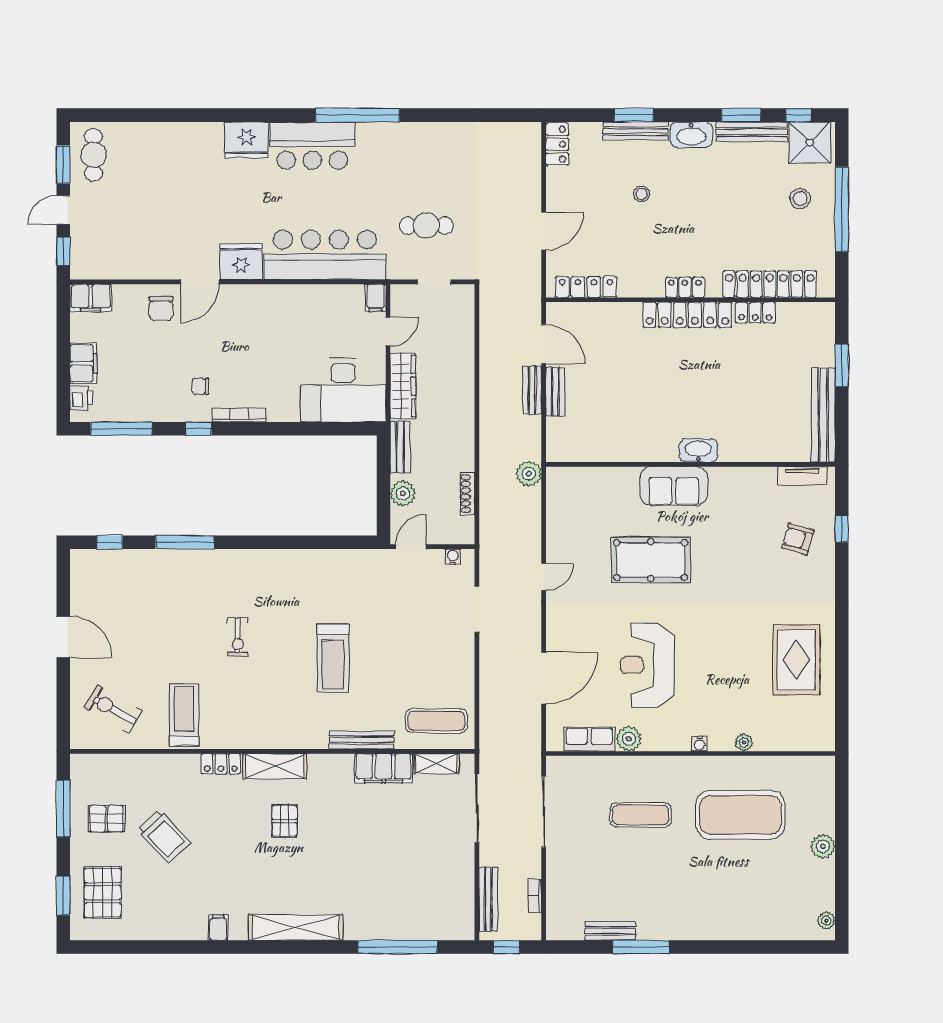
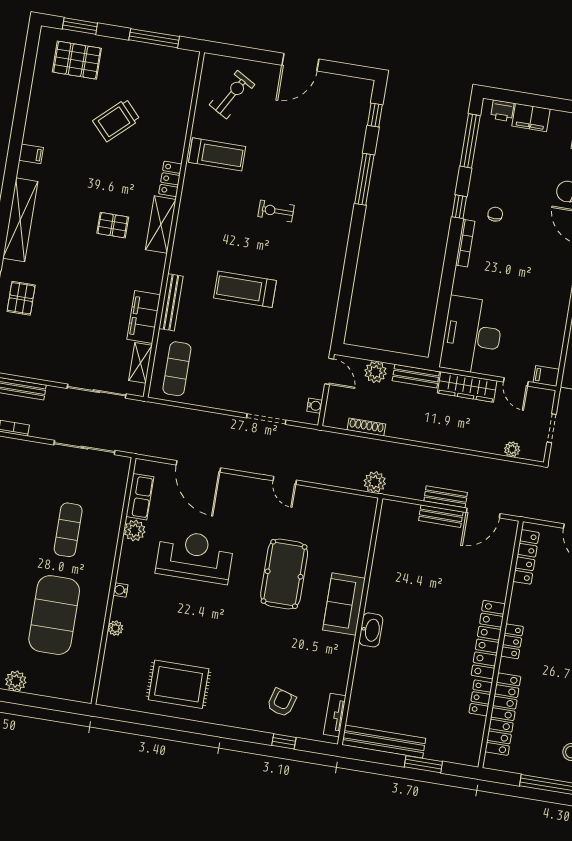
plant: (466, 323) -> (512, 449), added
pallet: (107, 819) -> (21, 298), moved

